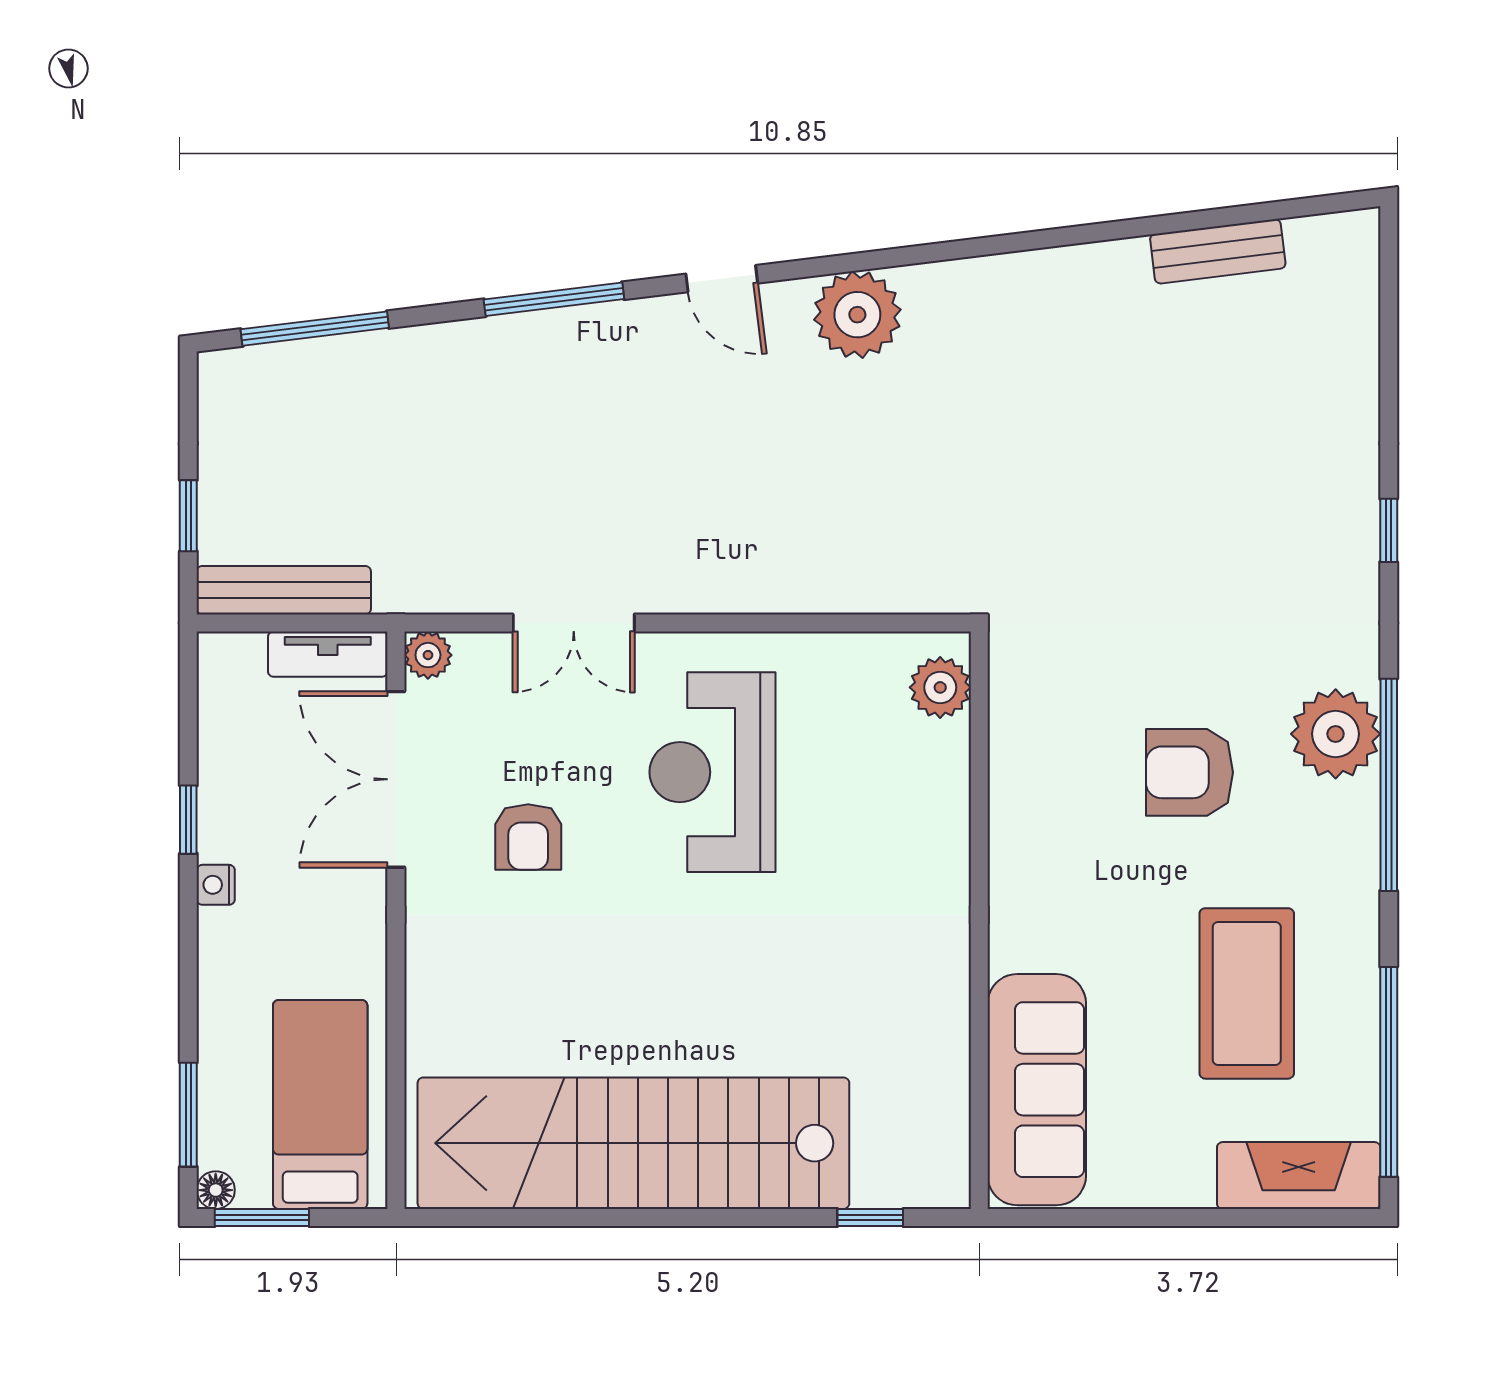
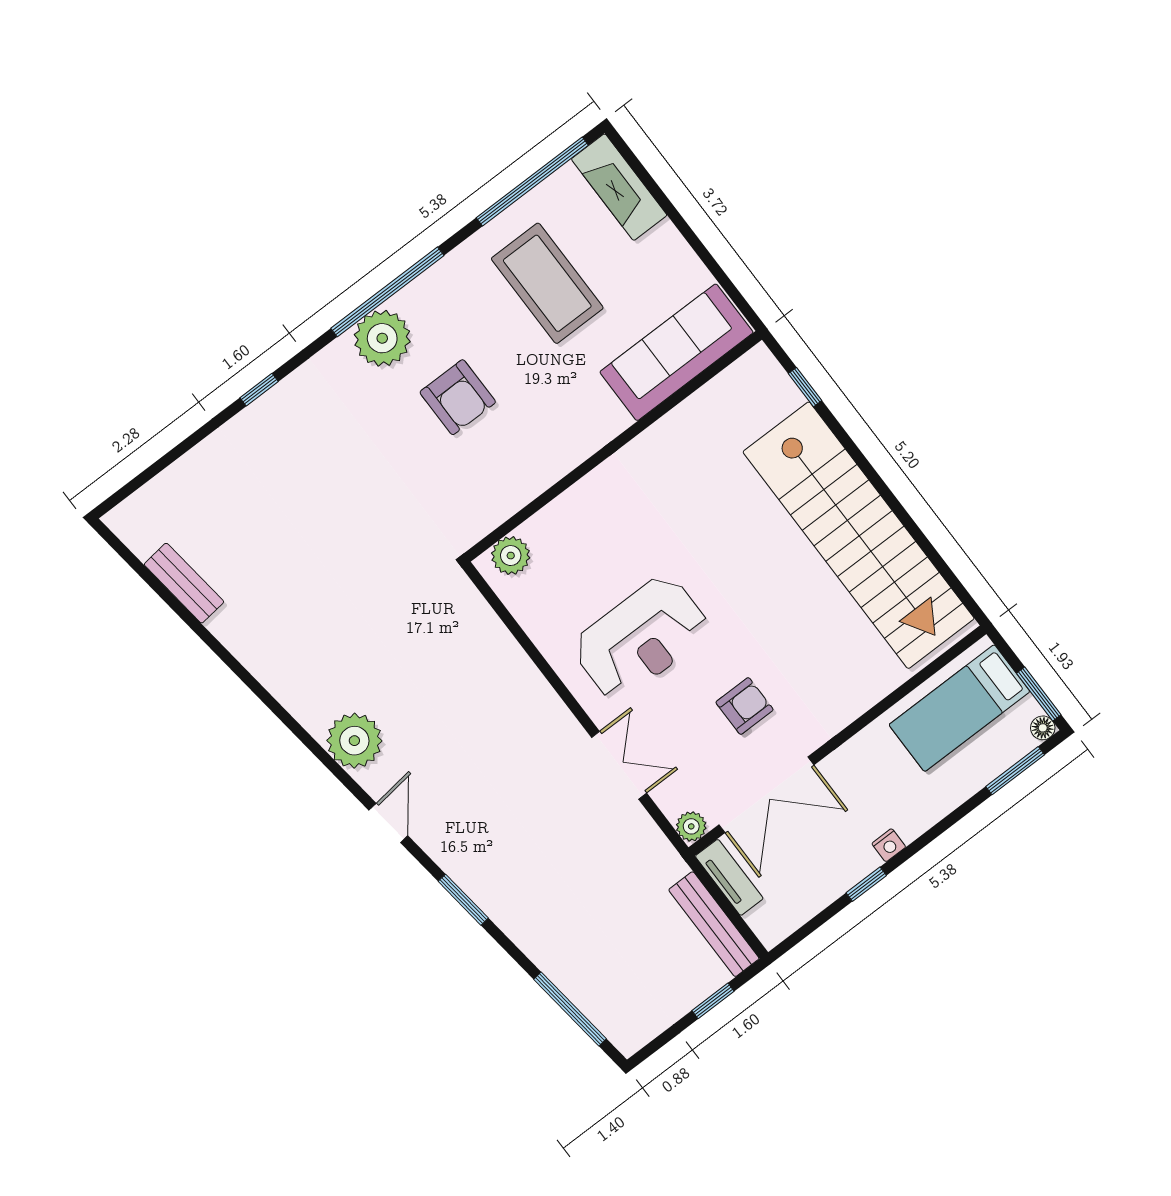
window: (554, 299) -> (463, 900), width x0.69
coffee table: (1247, 993) -> (547, 283), turned 90

